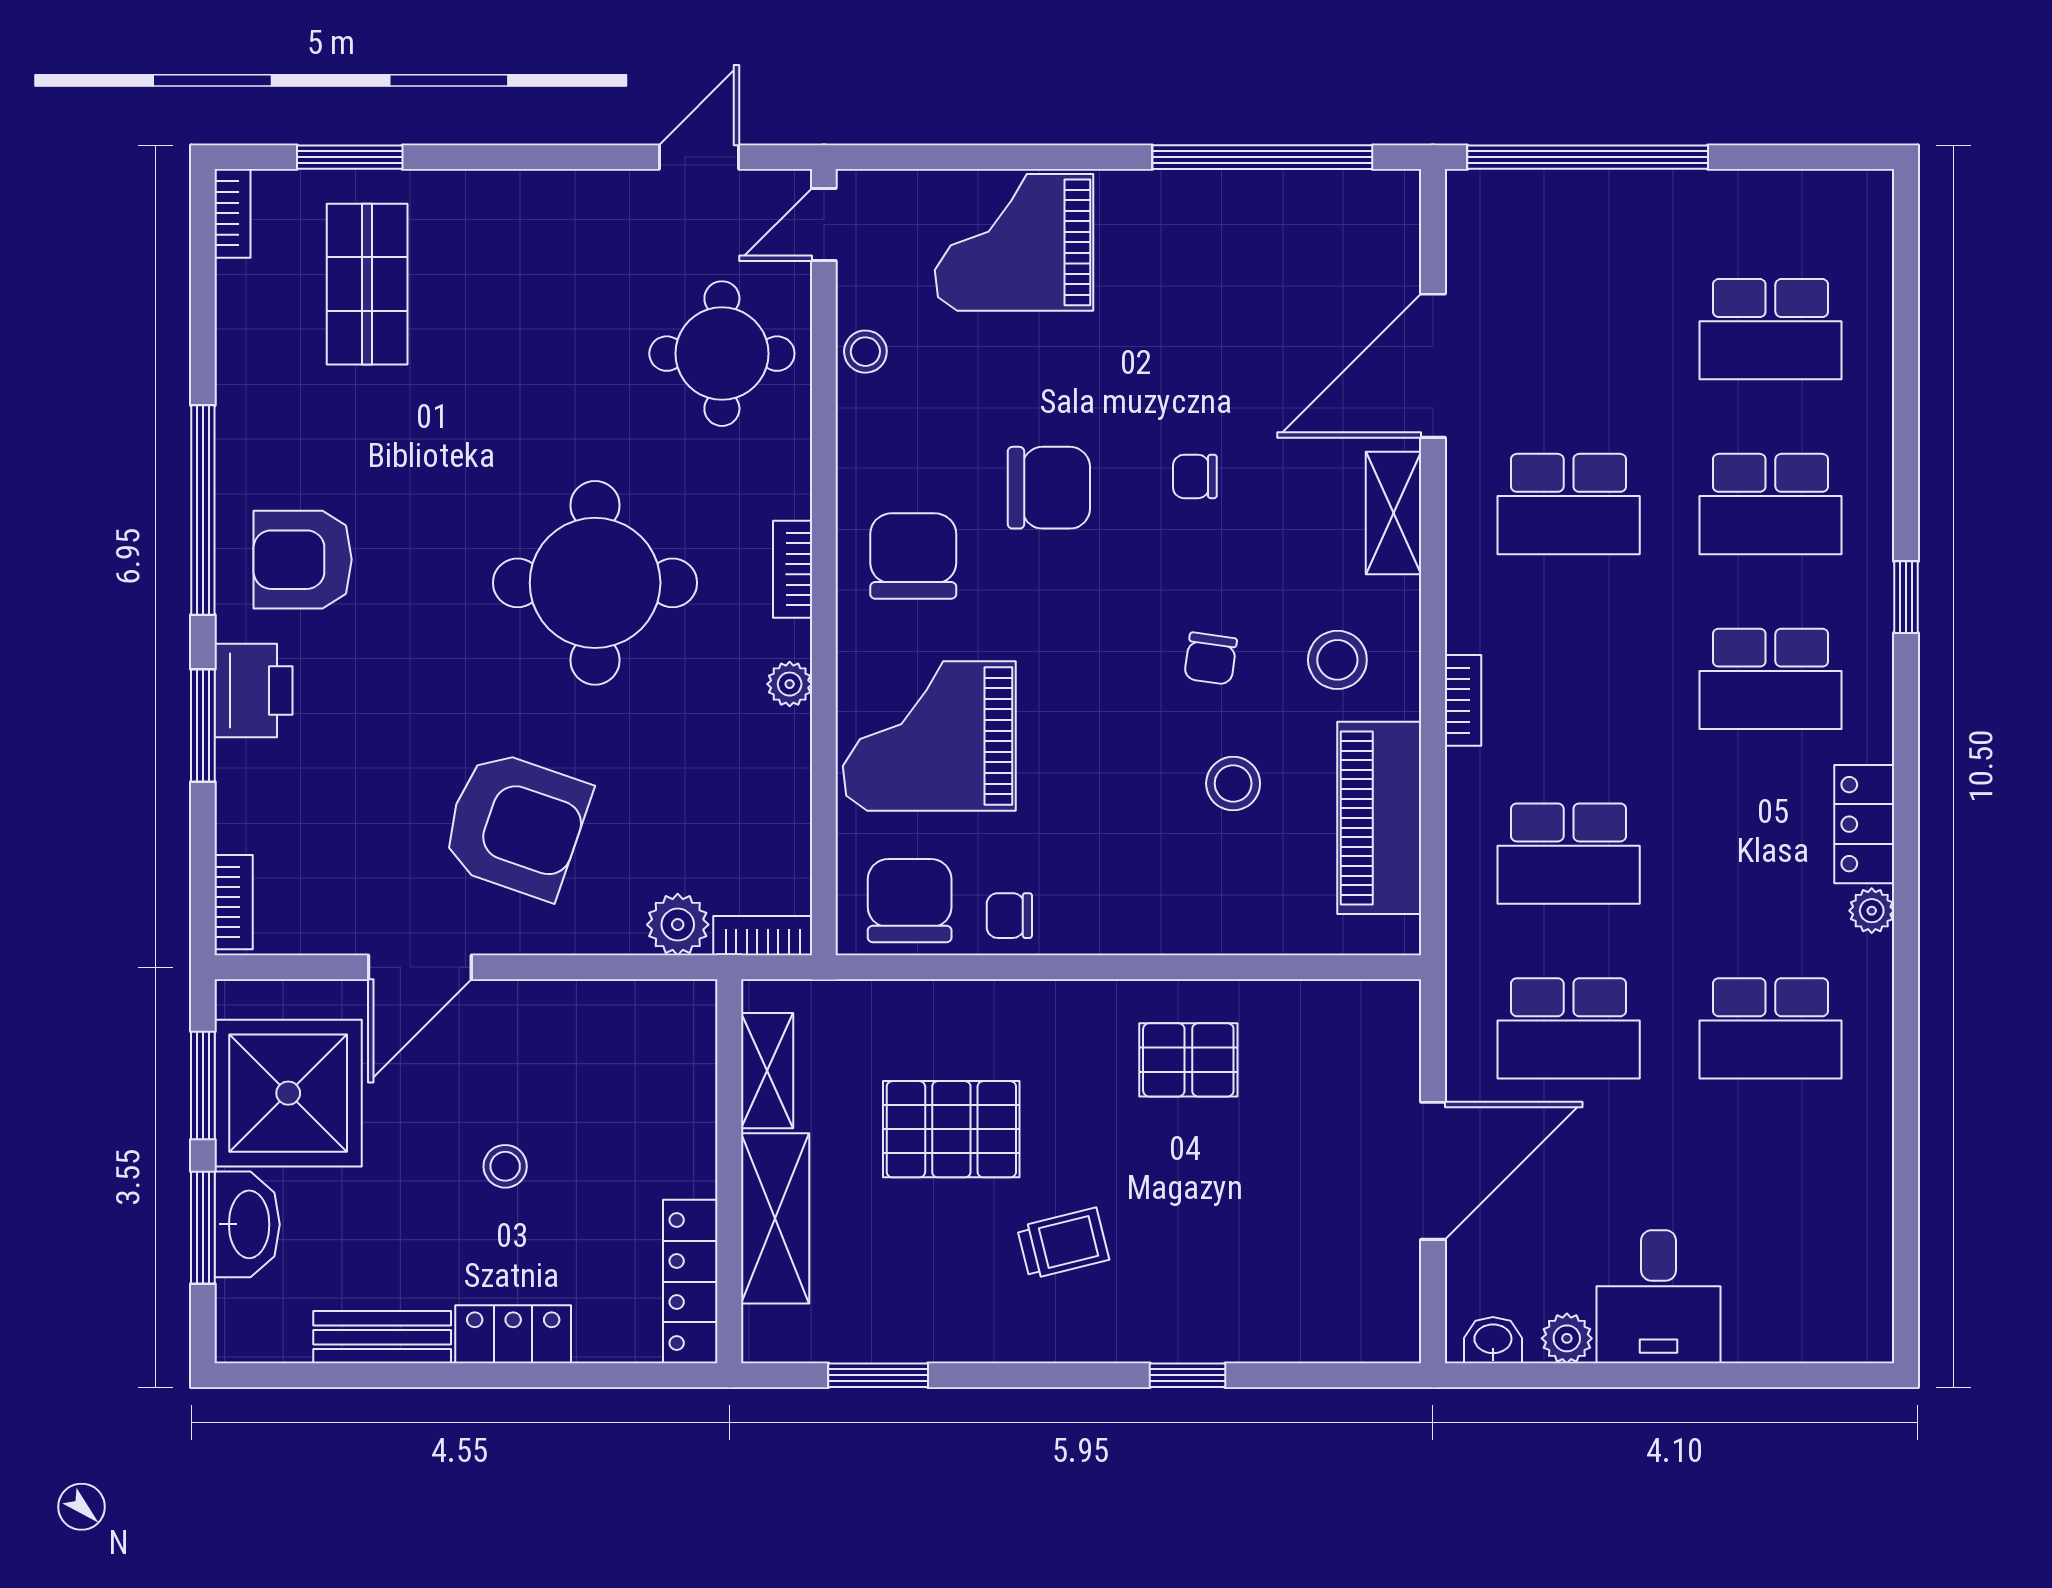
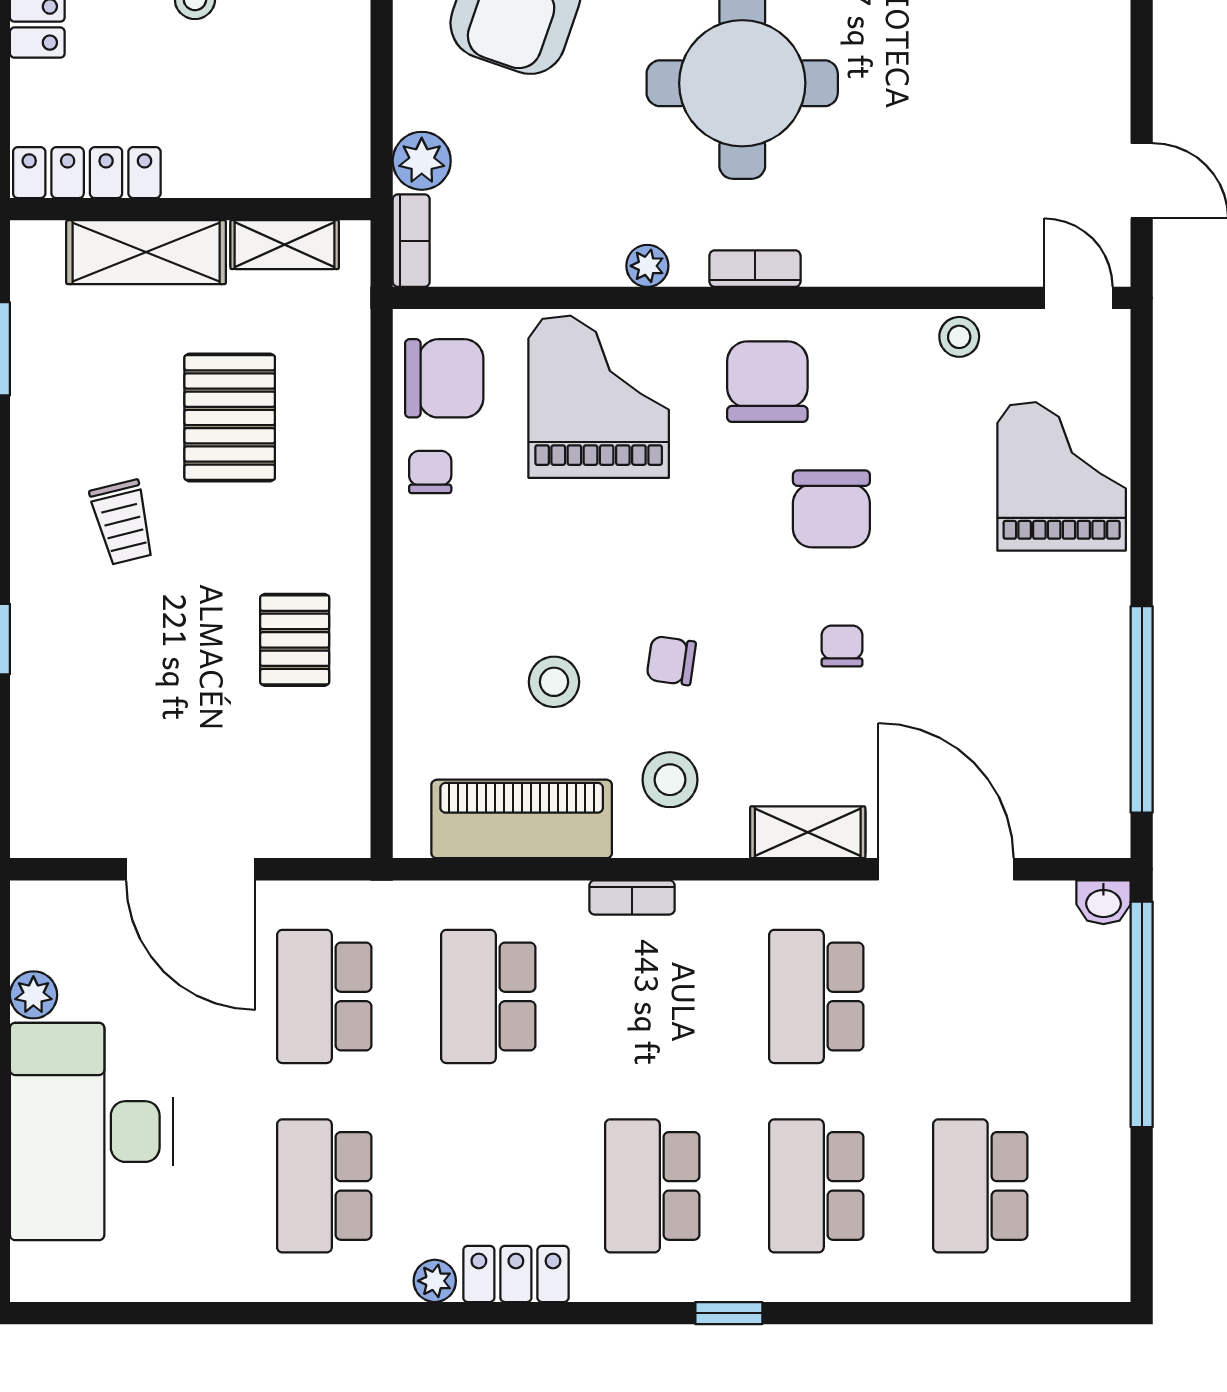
round table: (722, 354) -> (957, 202), removed
chair: (913, 556) -> (767, 382), turned -90
desk: (1659, 1297) -> (91, 1132), width x1.87, depth x1.30
washbasin: (1493, 1340) -> (1103, 902), moved, turned 90

